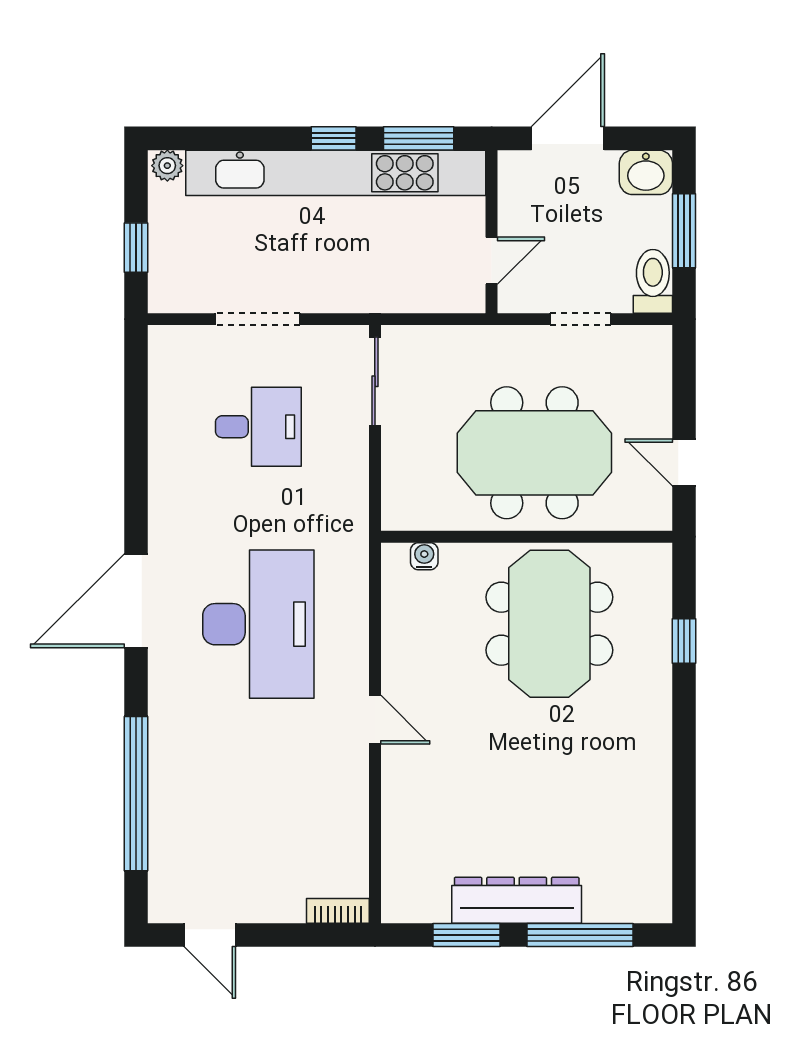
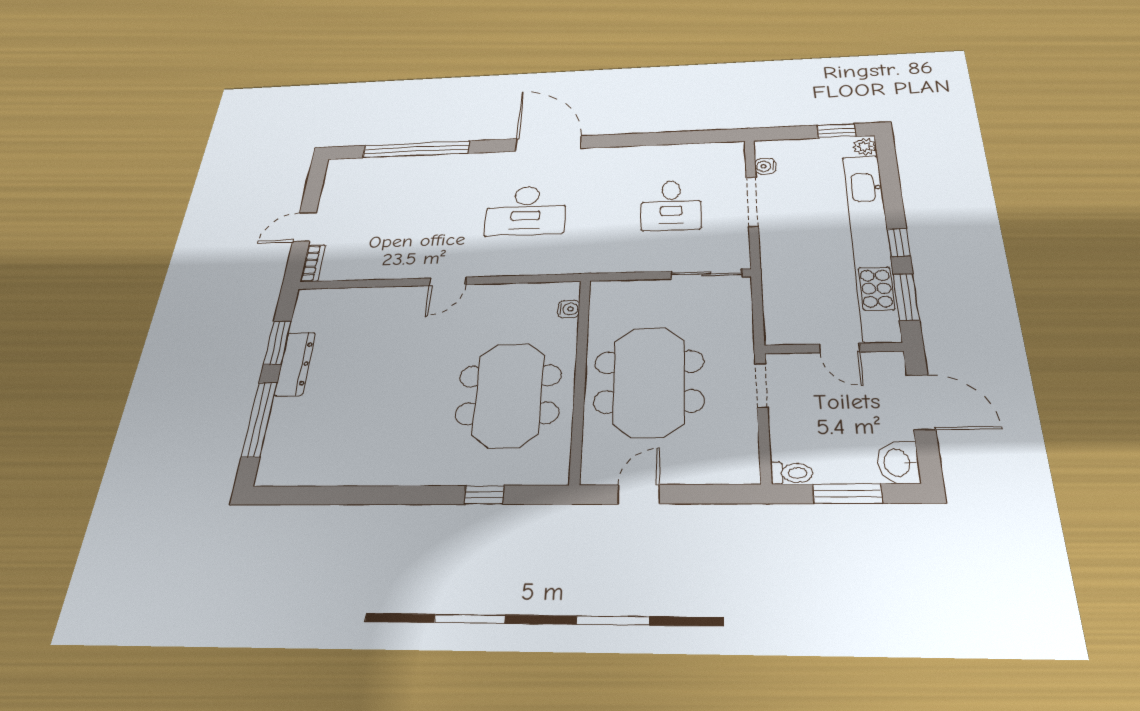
window: (136, 248) -> (836, 131), moved
door: (492, 261) -> (840, 348), moved
toilet: (653, 281) -> (792, 473), width x0.73, depth x0.72
water cooler: (196, 300) -> (765, 166), added
doorway: (581, 319) -> (761, 385), moved
desk: (258, 624) -> (526, 211), width x0.73, depth x0.77
meeting table: (549, 624) -> (509, 394), turned 90
dresser: (517, 900) -> (295, 364), width x0.73, depth x0.80
door: (210, 935) -> (304, 227), moved

